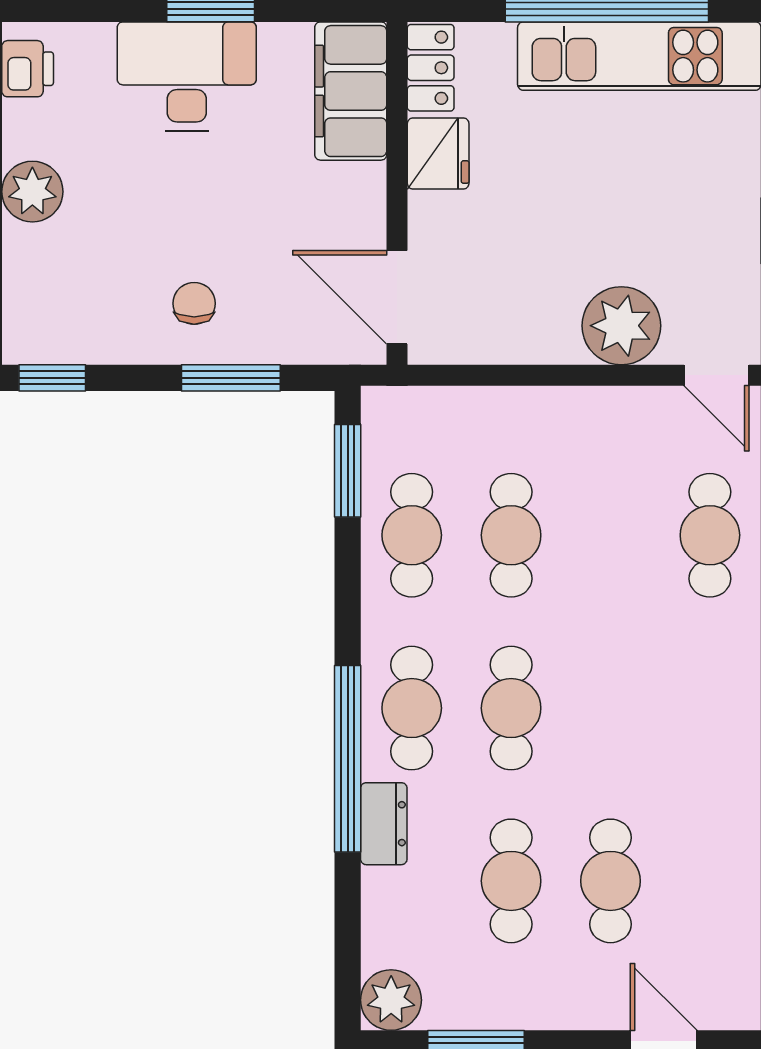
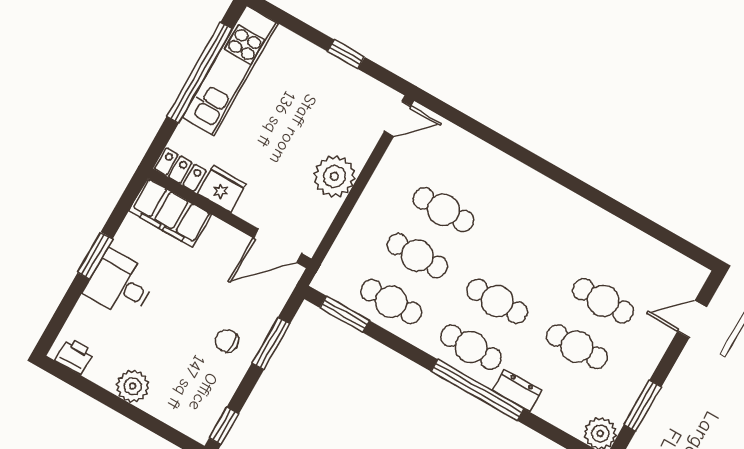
desk: (187, 76) -> (120, 285), width x0.73
plant: (621, 326) -> (334, 176), moved
cafe table: (710, 535) -> (444, 210), moved

